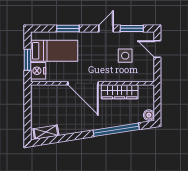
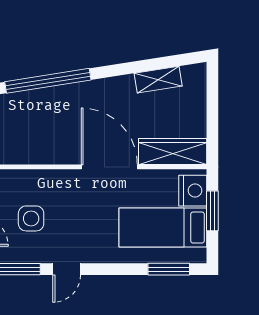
window: (68, 28) -> (169, 269), moved
wardrobe: (120, 92) -> (173, 151), moved
shelving: (46, 132) -> (158, 80), moved

